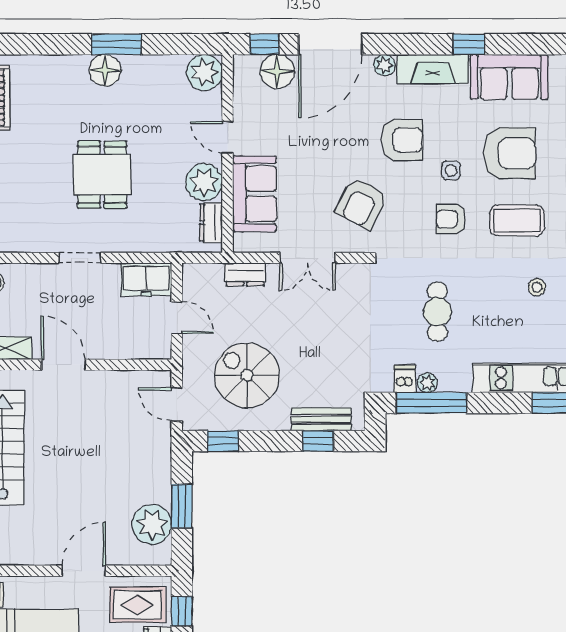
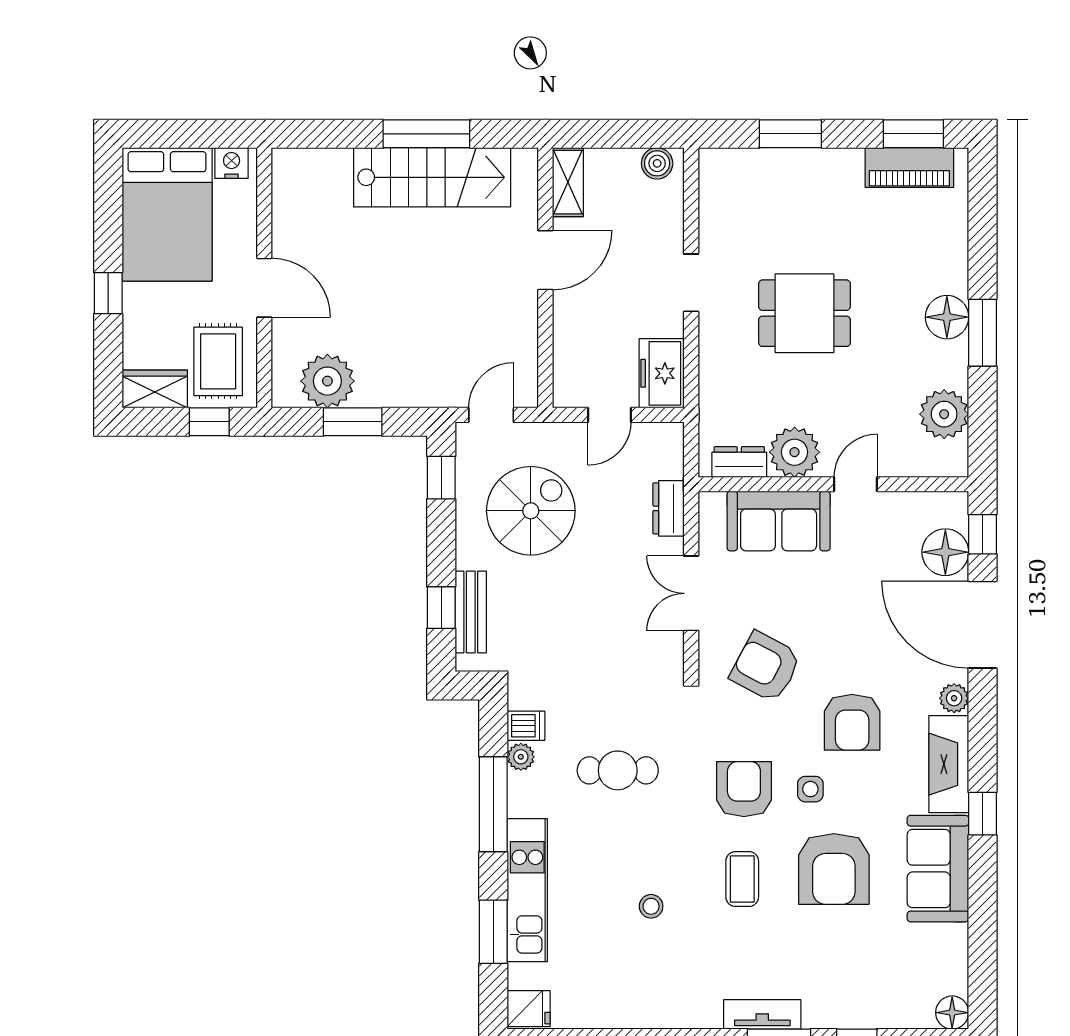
plant: (204, 72) -> (944, 414), moved
armchair: (451, 219) -> (744, 789), width x1.38, depth x1.38
coffee table: (517, 220) -> (742, 879), width x0.73, depth x0.77
window: (431, 403) -> (493, 804), moved

